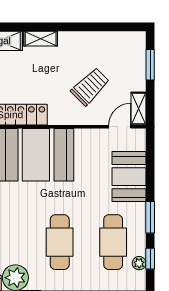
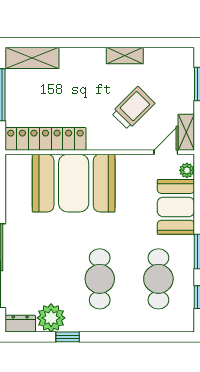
shelving: (41, 39) -> (125, 55), moved
plant: (139, 263) -> (187, 170), moved

